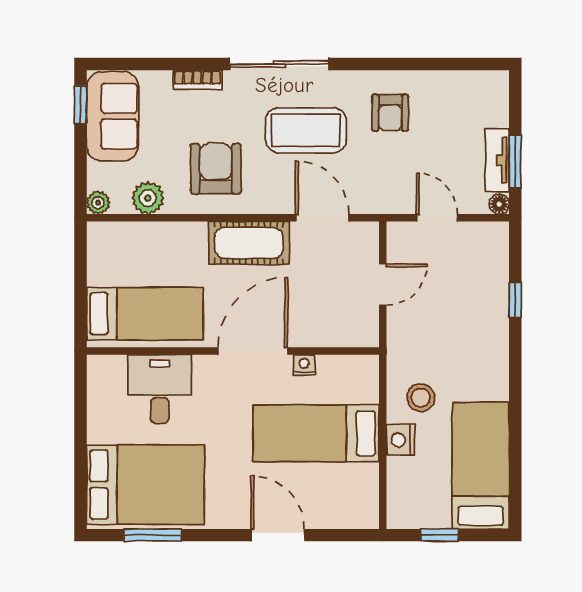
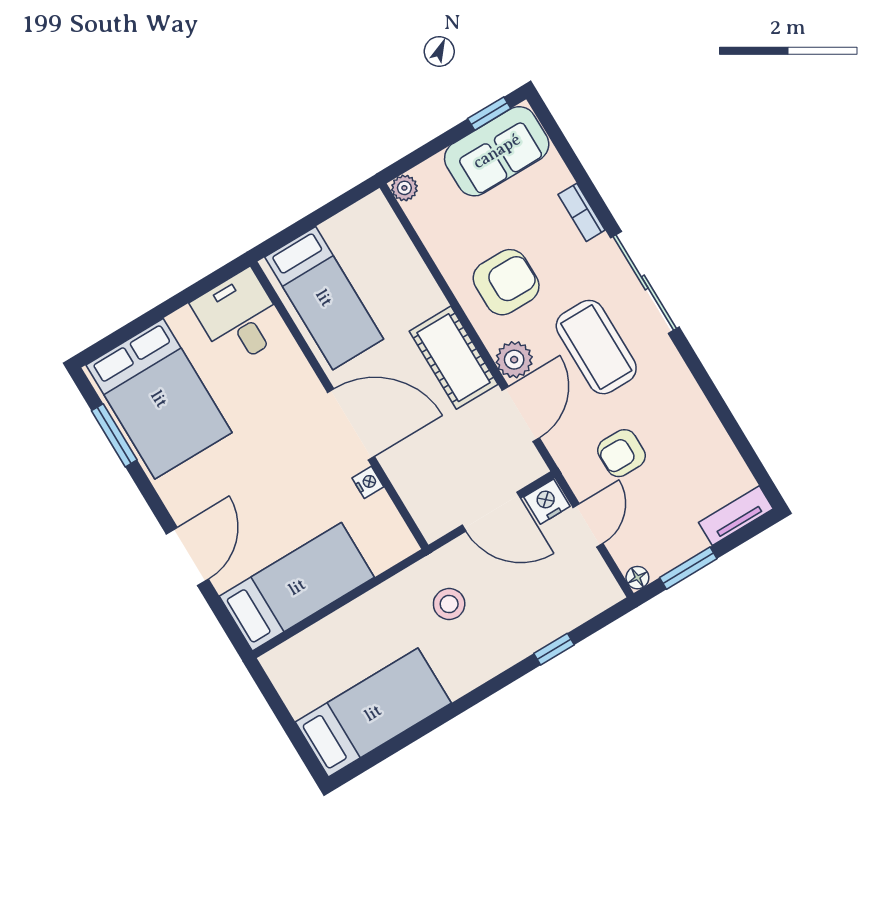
armchair: (390, 113) -> (621, 453), moved
tv unit: (497, 160) -> (736, 516), moved
plant: (148, 198) -> (514, 360), moved
door: (383, 285) -> (491, 512), width x1.38
desk: (160, 389) -> (240, 318), moved, turned -90
stool: (421, 398) -> (449, 604), moved
bed: (316, 433) -> (297, 587), moved, turned 90
nightstand: (400, 440) -> (547, 502), moved
window: (439, 535) -> (282, 713), removed

